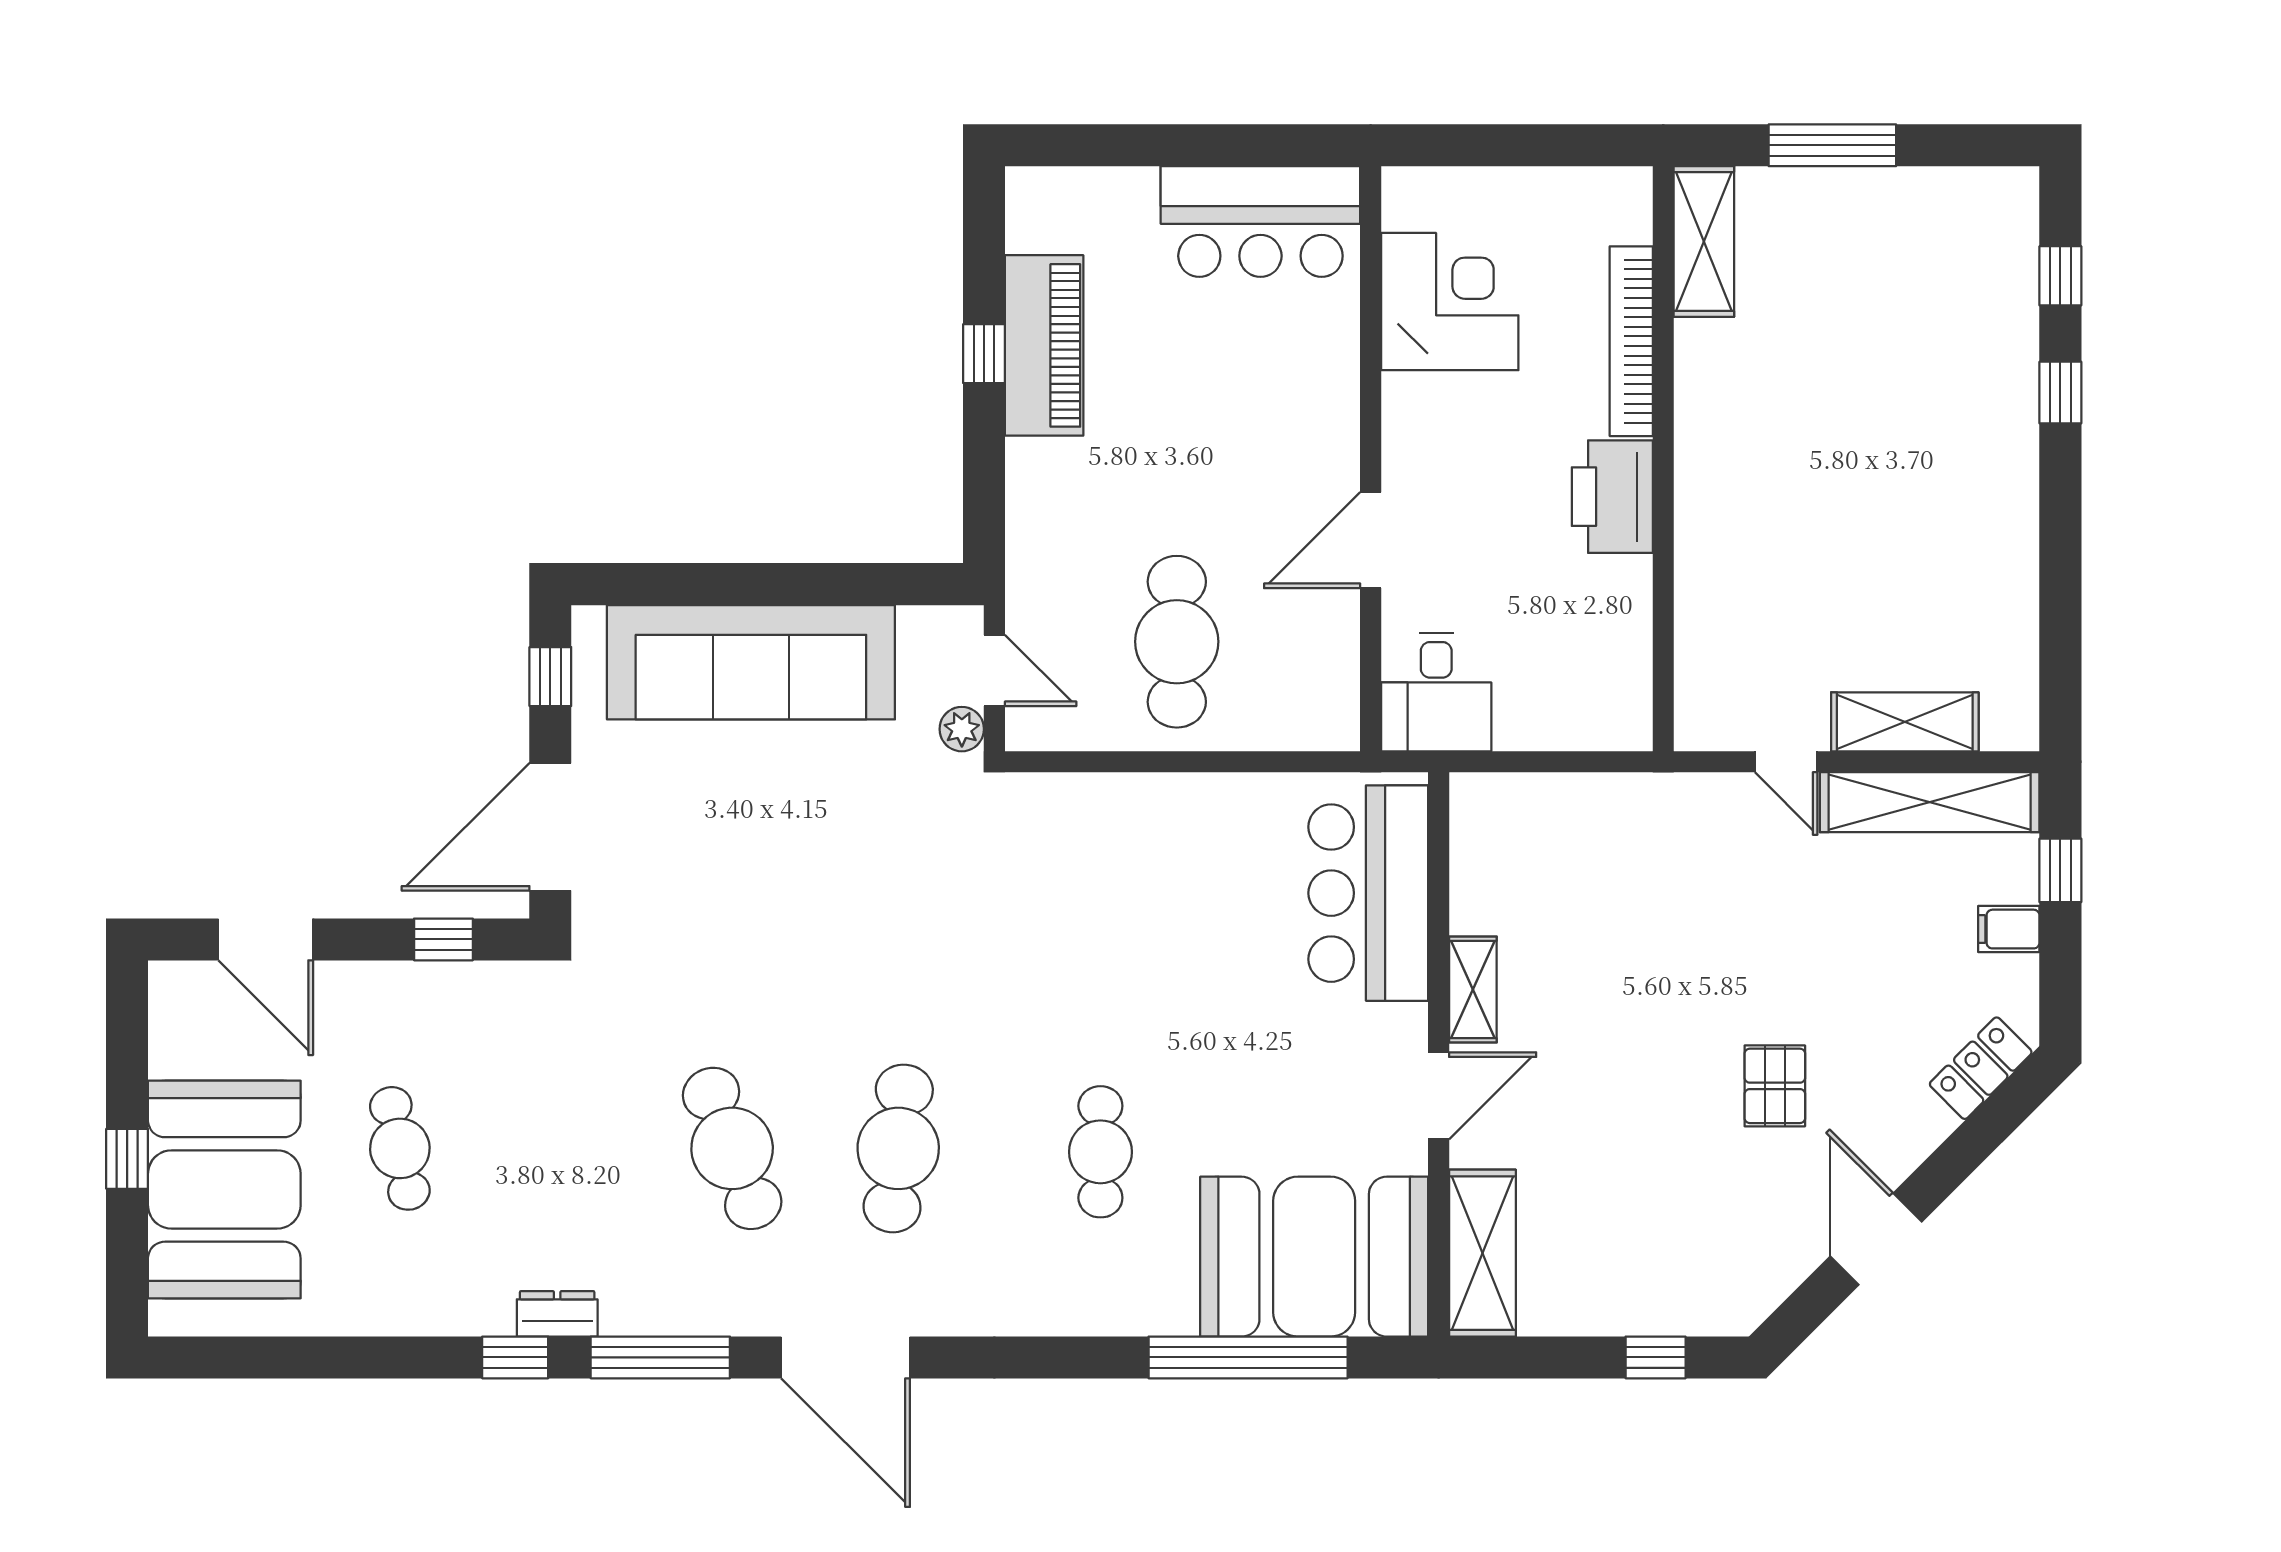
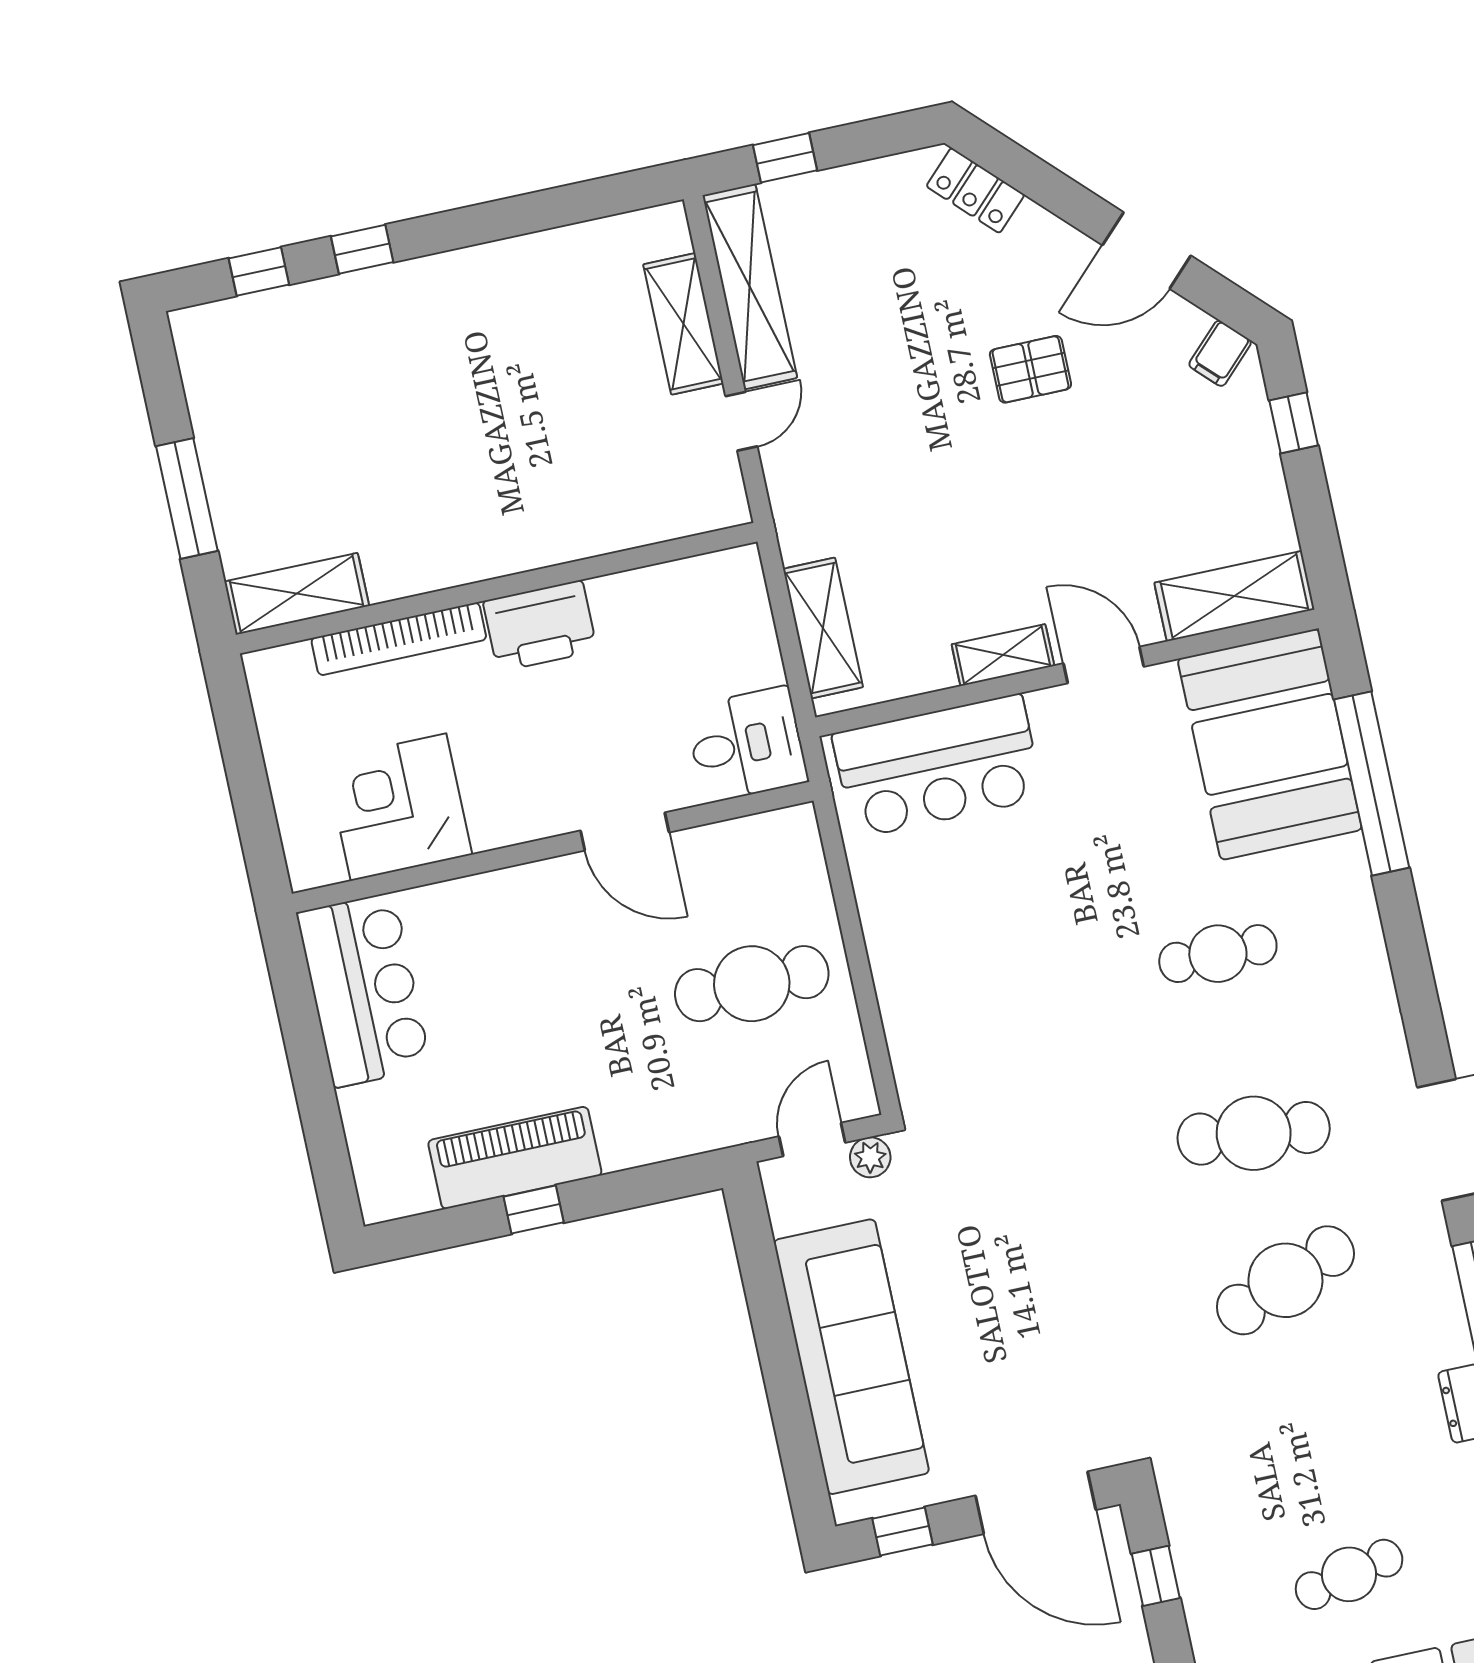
shelving: (1544, 802) -> (823, 628), added
filing cabinet: (2009, 929) -> (1220, 353), moved, turned 45

